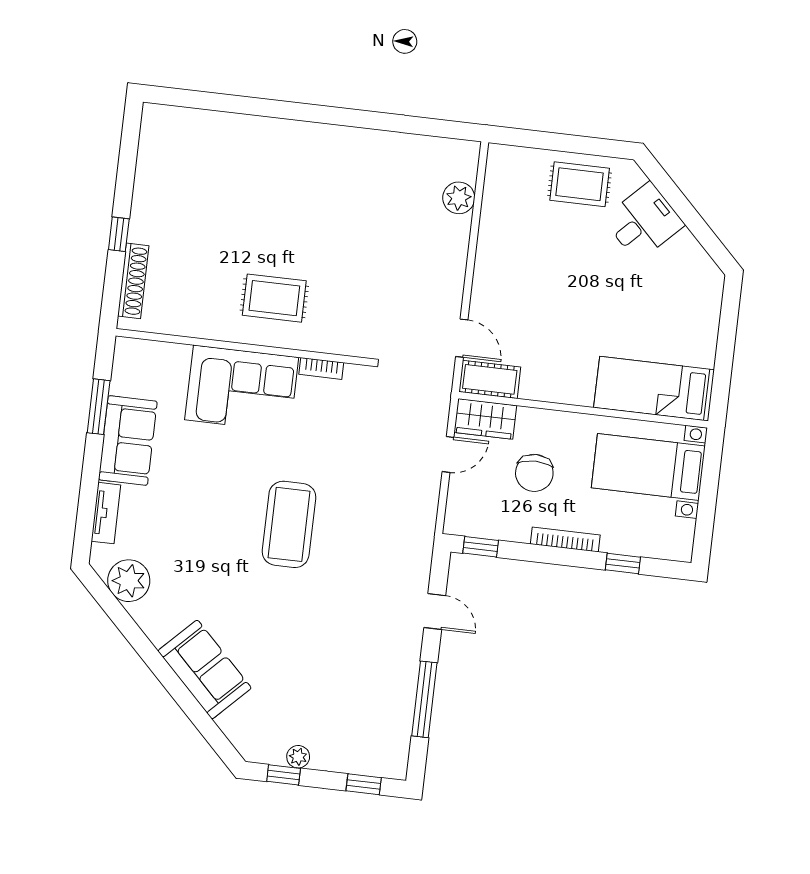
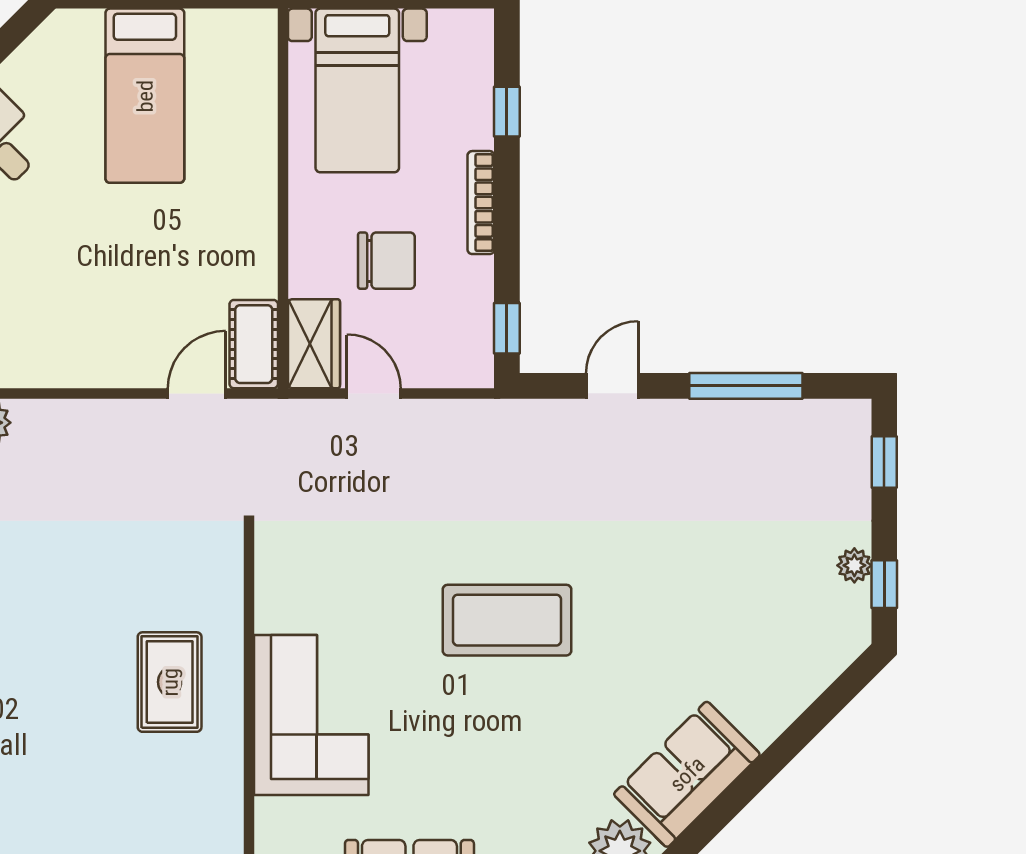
bookcase: (321, 368) -> (267, 599), removed
bed: (654, 389) -> (145, 96), moved
sofa: (205, 670) -> (687, 774), moved

